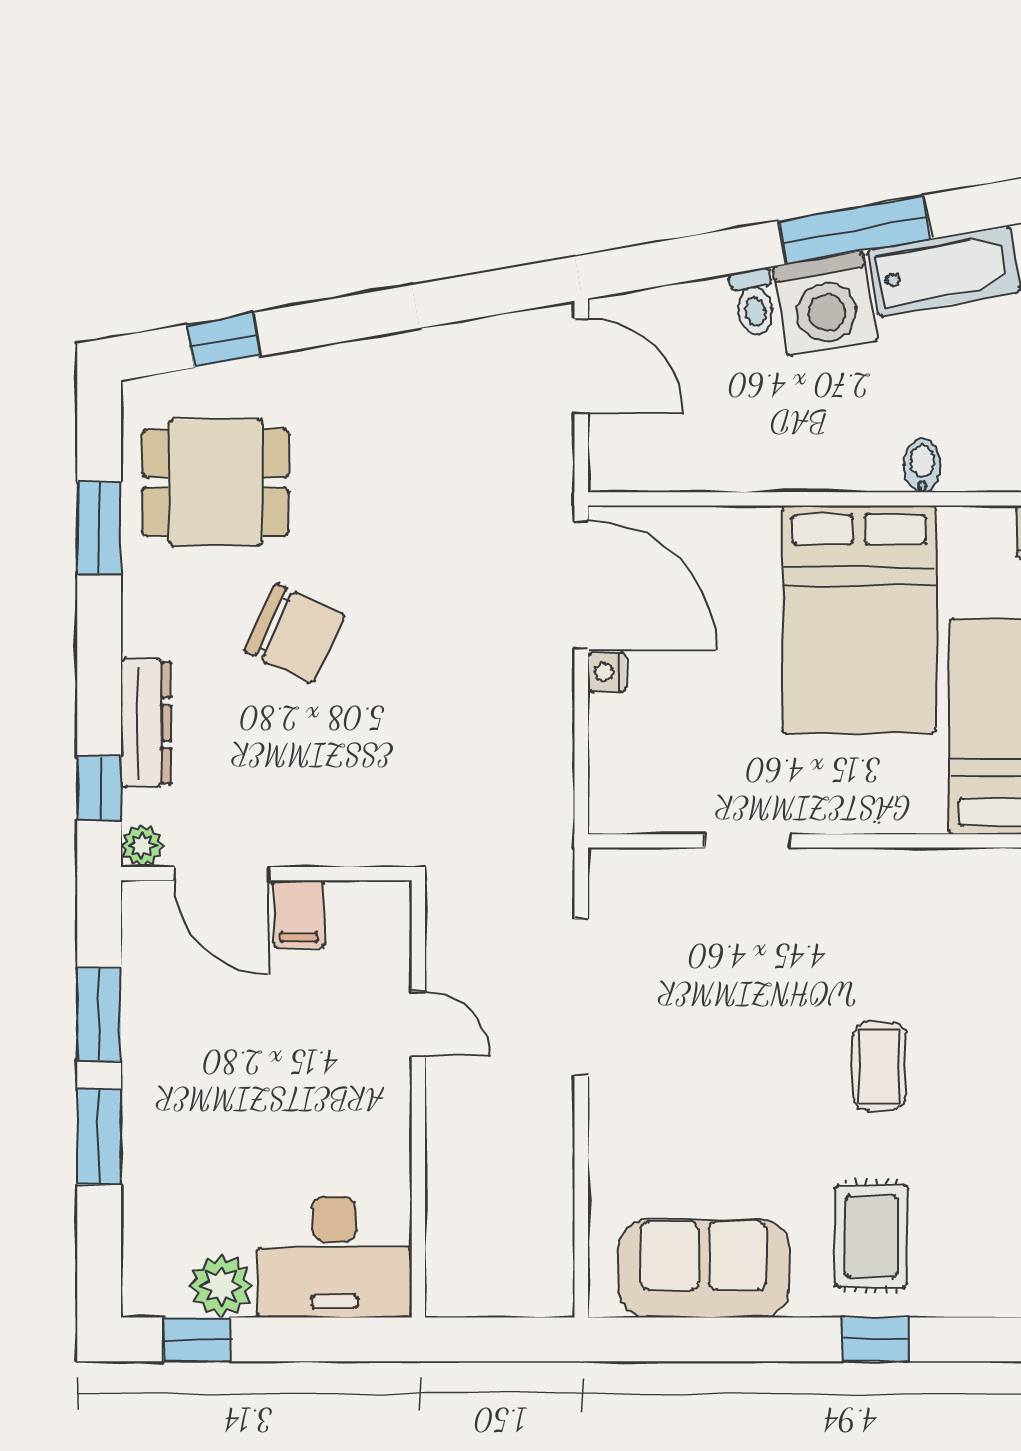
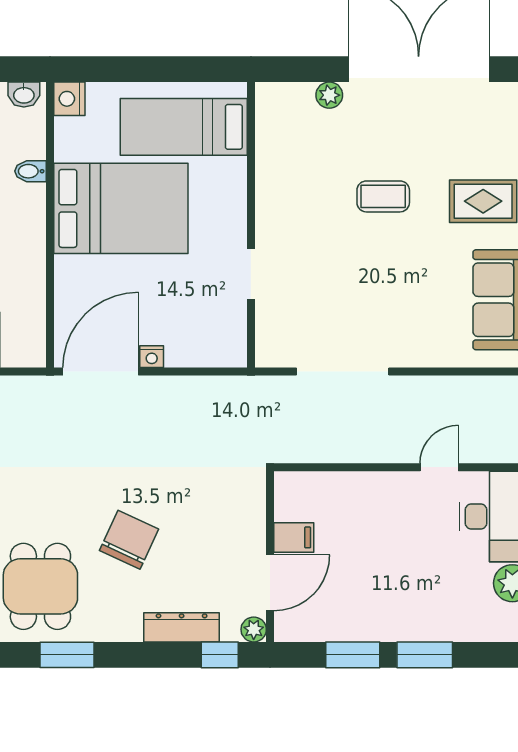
door: (418, 1024) -> (439, 467), moved

